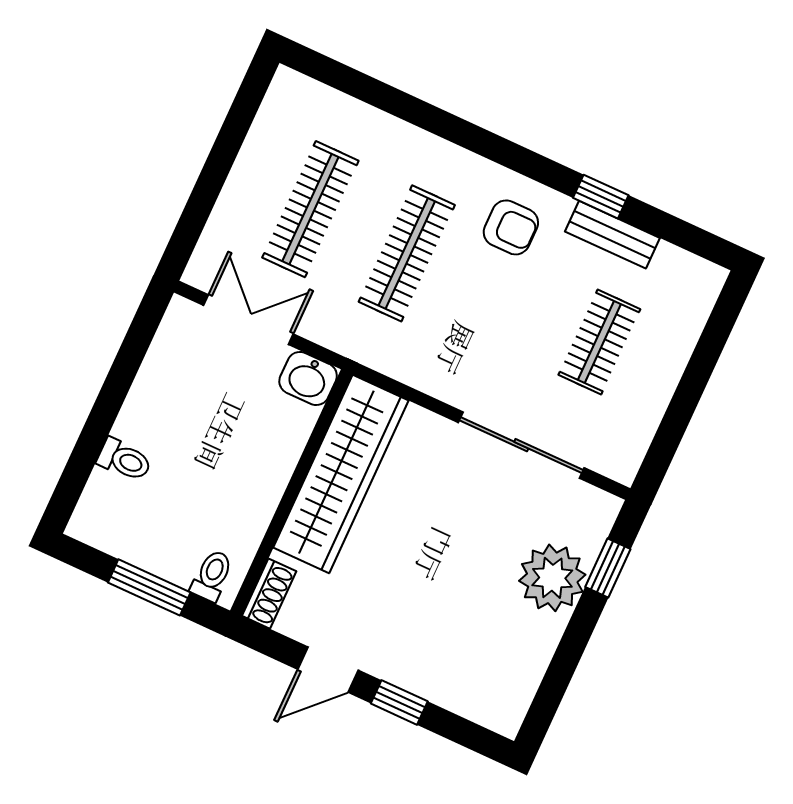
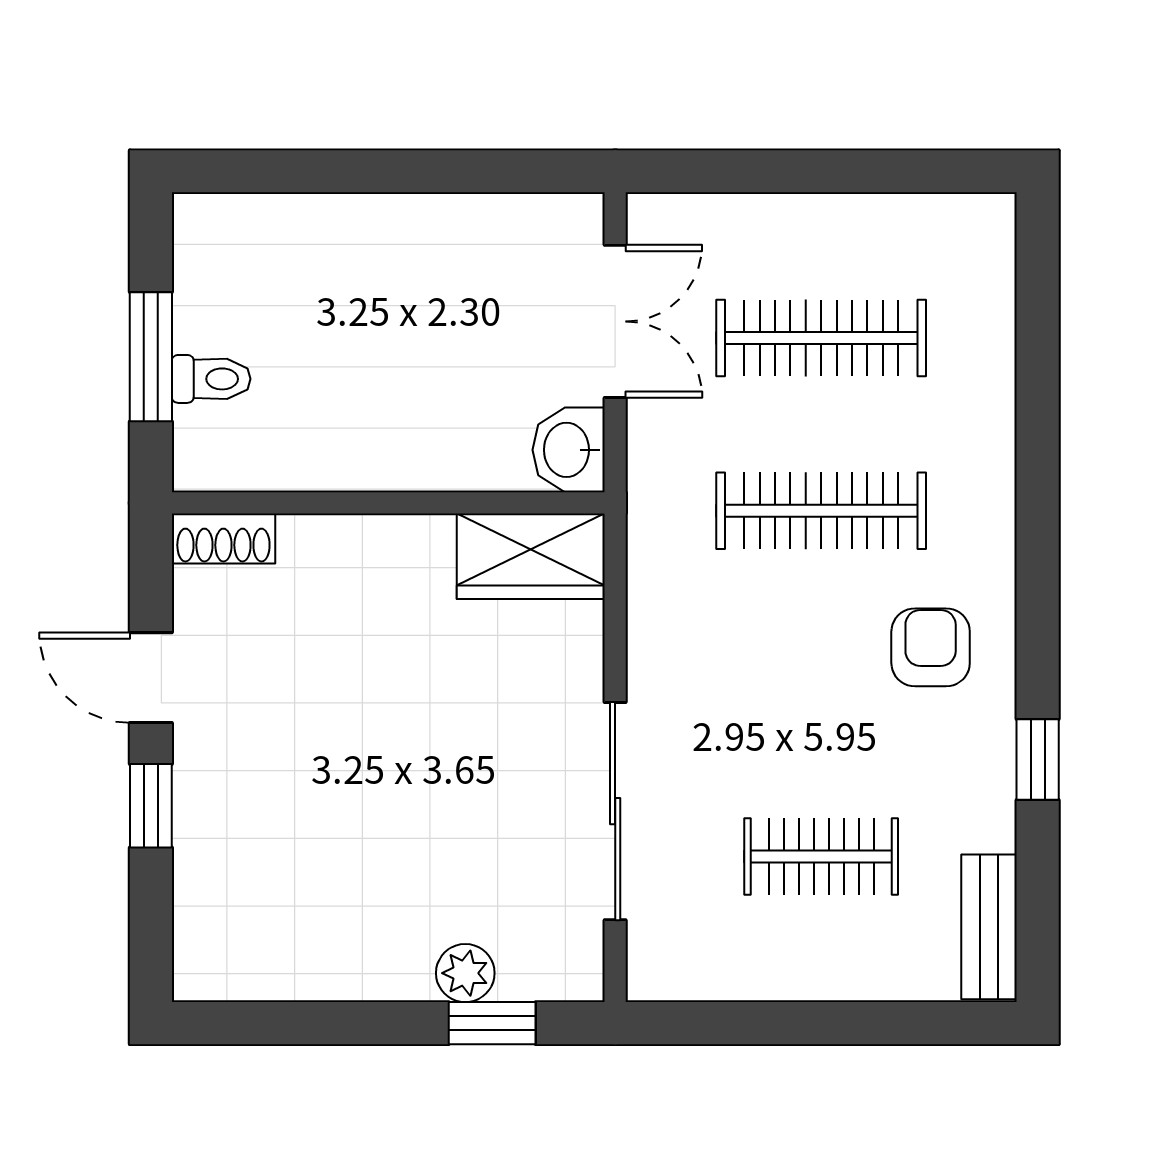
armchair: (511, 227) -> (931, 647), turned 180
bench: (612, 235) -> (989, 927), moved
toilet: (124, 460) -> (323, 233), removed
wardrobe: (341, 474) -> (531, 556), width x0.48, depth x0.85
toilet: (212, 576) -> (211, 379), moved
plant: (552, 578) -> (465, 973), width x0.53, depth x0.53

